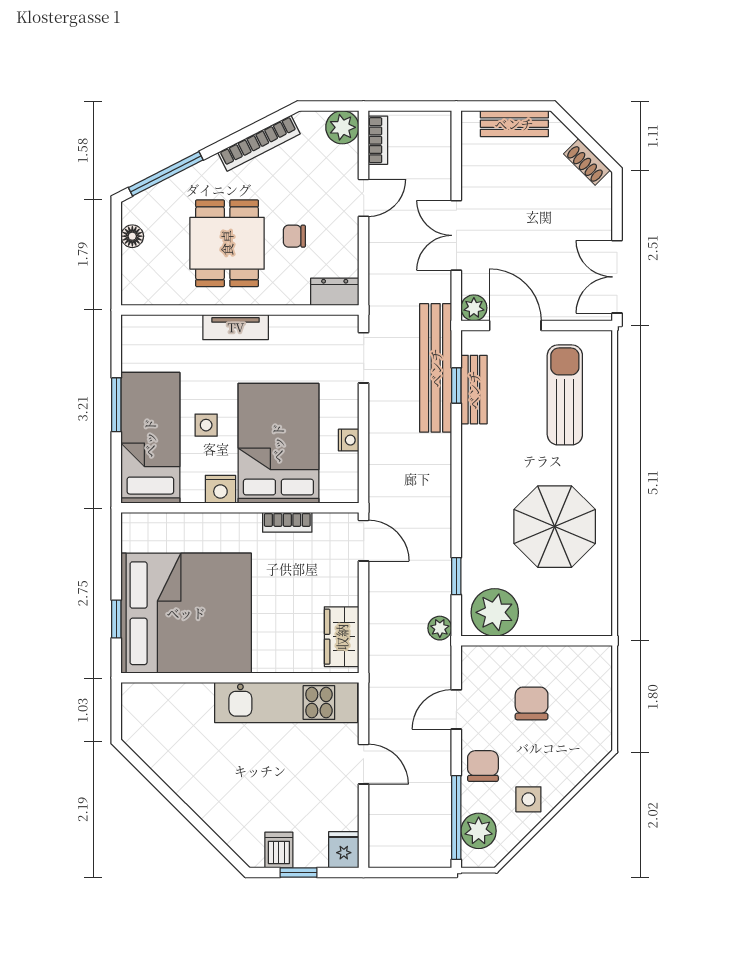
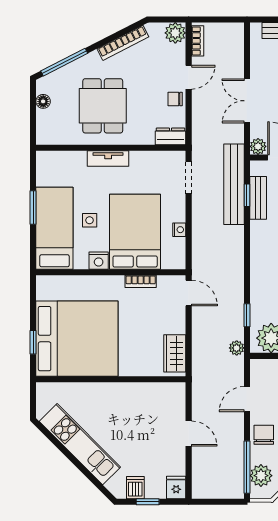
chair: (294, 236) -> (175, 99), moved
kitchen unit: (286, 703) -> (80, 444), moved, turned -135

